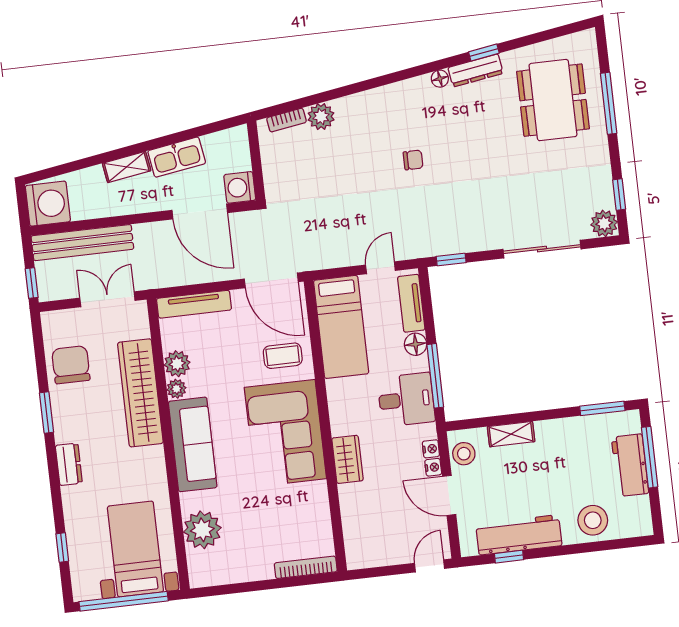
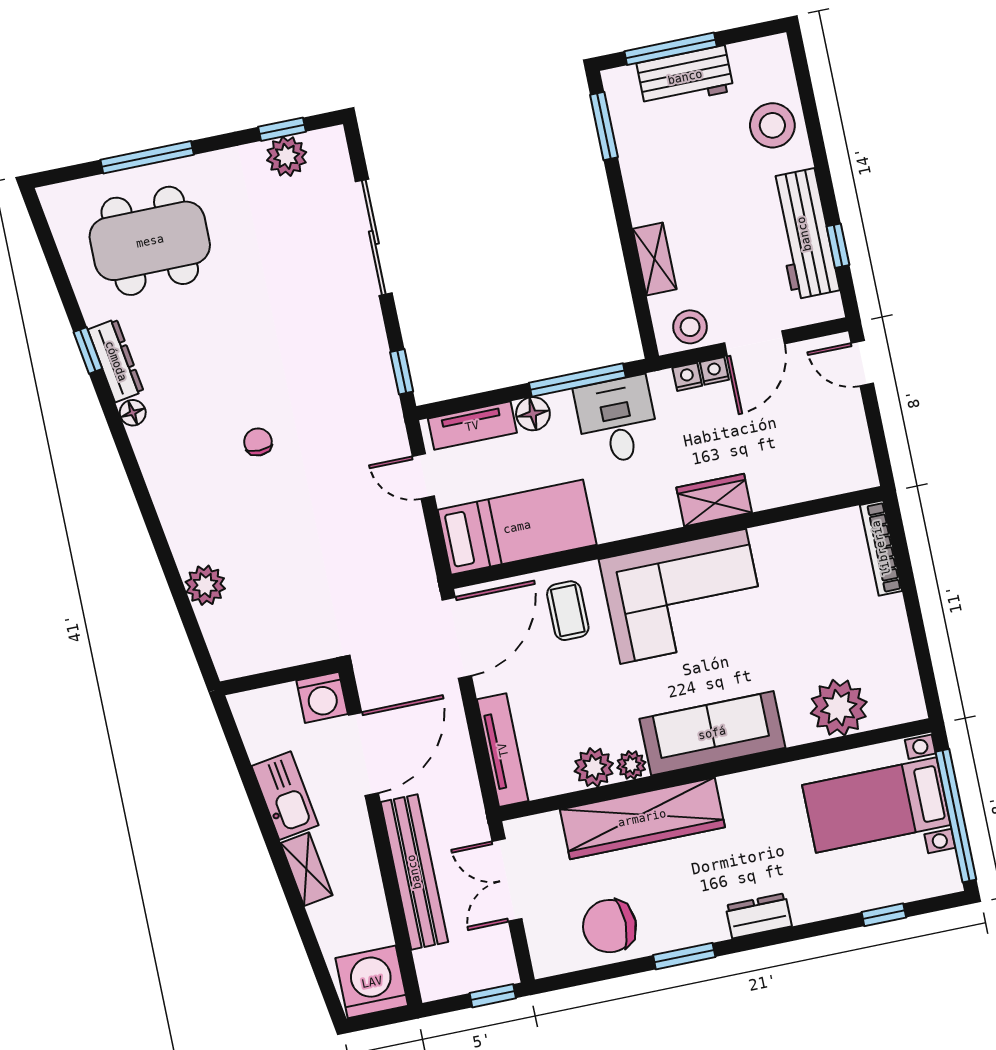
bookcase: (286, 120) -> (215, 637), removed
plant: (604, 223) -> (287, 156), moved
bench: (82, 243) -> (414, 872), moved

